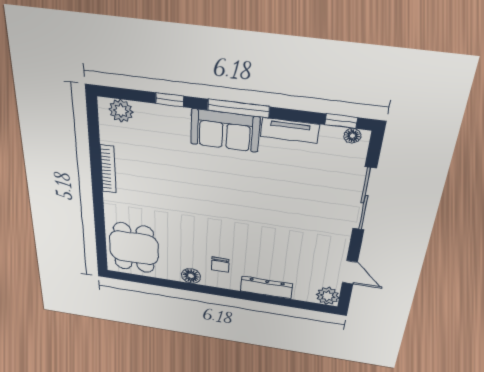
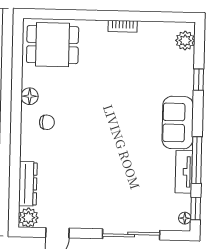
window: (238, 108) -> (197, 160), moved
bookcase: (108, 169) -> (123, 26), width x0.64
chair: (220, 265) -> (47, 122), turned 180
dresser: (266, 288) -> (28, 184), moved

